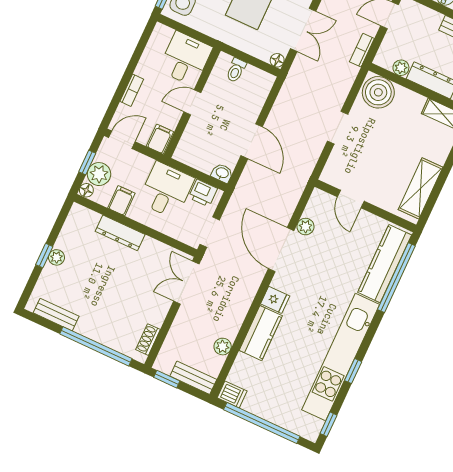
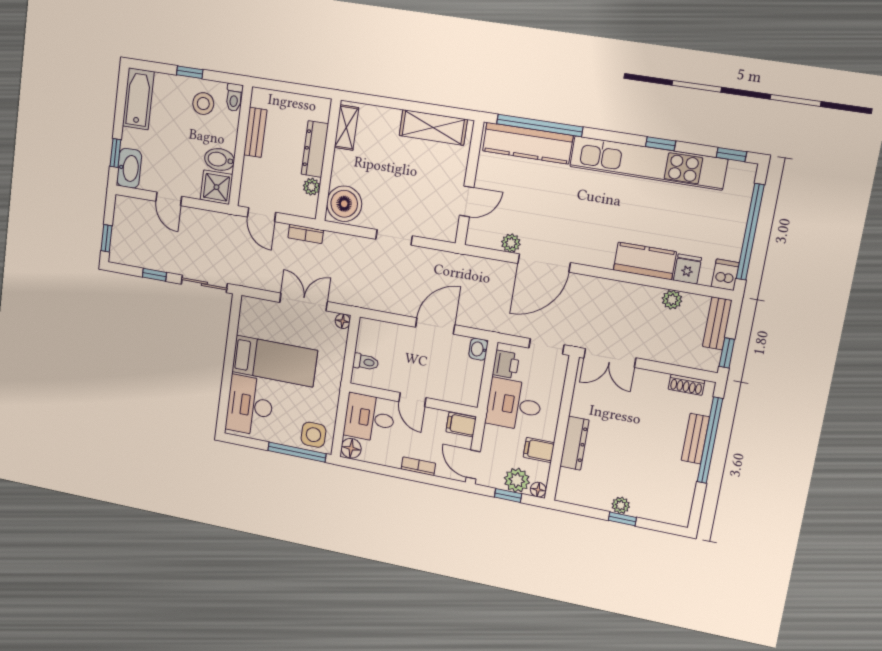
floor lamp: (162, 34) -> (351, 448), added
fridge: (275, 300) -> (687, 269), moved
bench: (56, 315) -> (695, 439), moved

